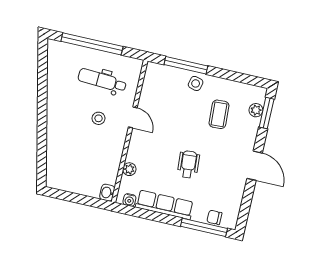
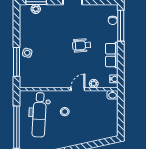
dental chair: (102, 80) -> (39, 115), width x1.36, depth x1.38
coffee table: (219, 114) -> (44, 33), removed
door: (133, 117) -> (78, 89), moved
row of seats: (165, 205) -> (112, 55), width x0.68

